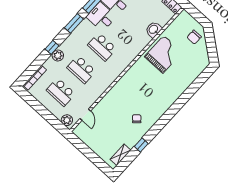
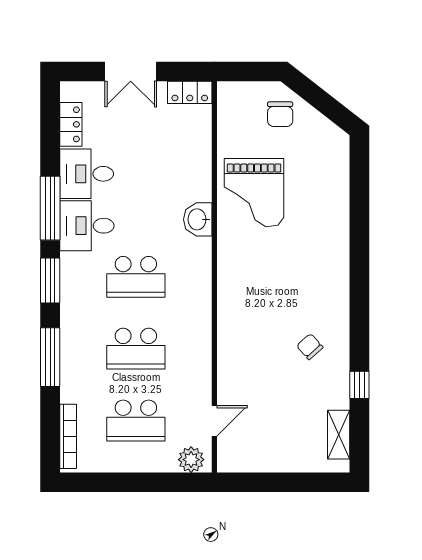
washbasin: (154, 30) -> (198, 219), moved
window: (52, 47) -> (50, 357), width x2.17
grand piano: (163, 54) -> (254, 193), turned 180
plant: (58, 56) -> (73, 362), removed
door: (85, 115) -> (214, 421), hinge flipped

